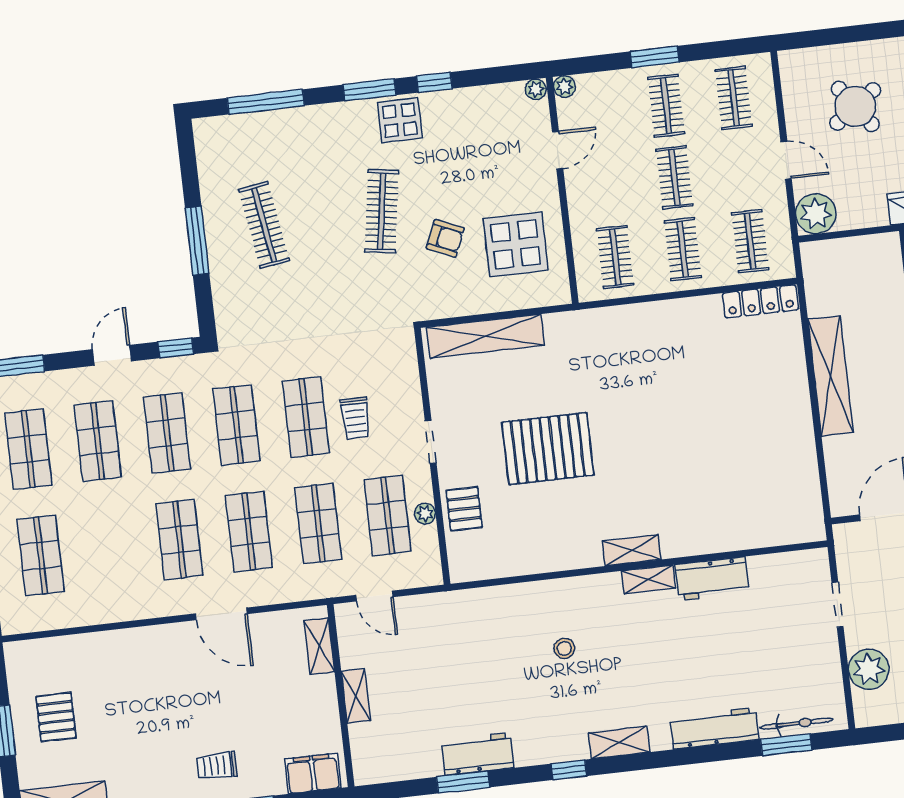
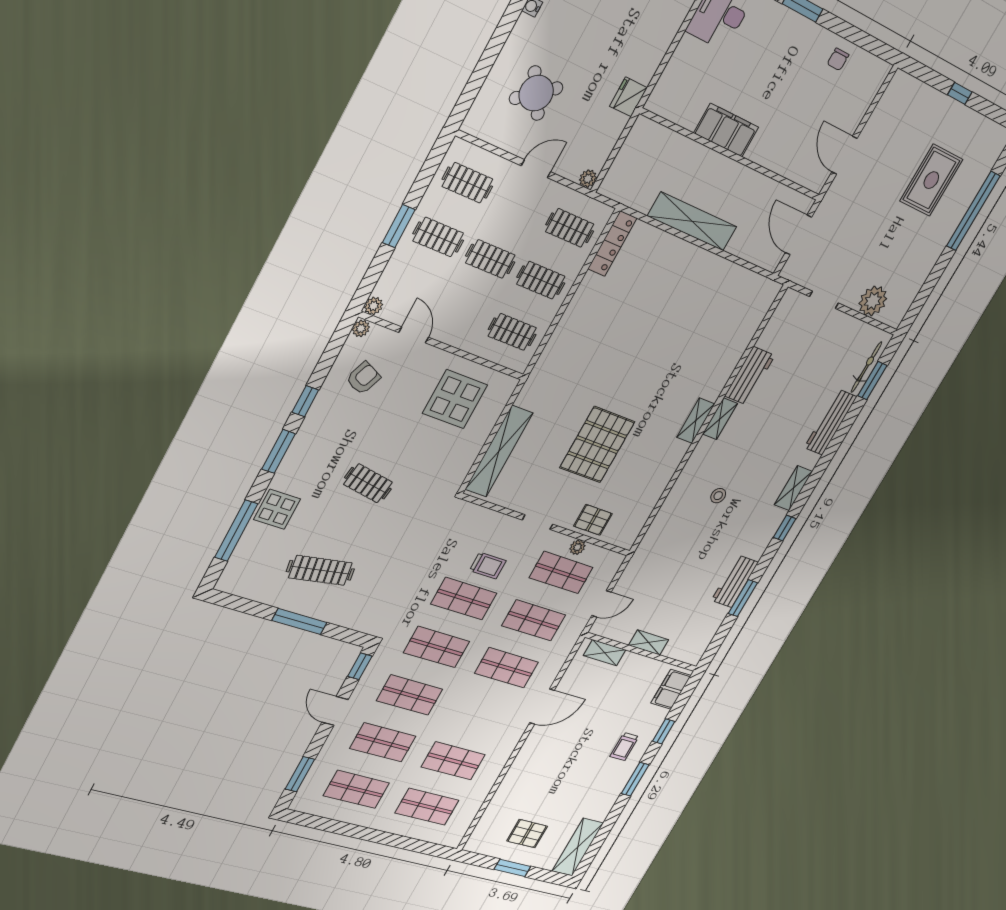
display table: (400, 120) -> (277, 509), moved
clothes rail: (382, 211) -> (368, 483), width x0.73
plant: (816, 214) -> (588, 179), width x0.53, depth x0.53
armchair: (445, 238) -> (363, 378), moved
shop shelf: (179, 540) -> (453, 761), moved

